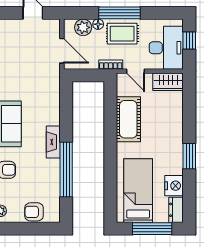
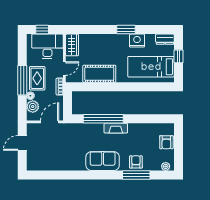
window: (66, 169) -> (103, 119), moved
nightstand: (174, 186) -> (137, 41), moved
window: (152, 229) -> (178, 56), width x0.46

